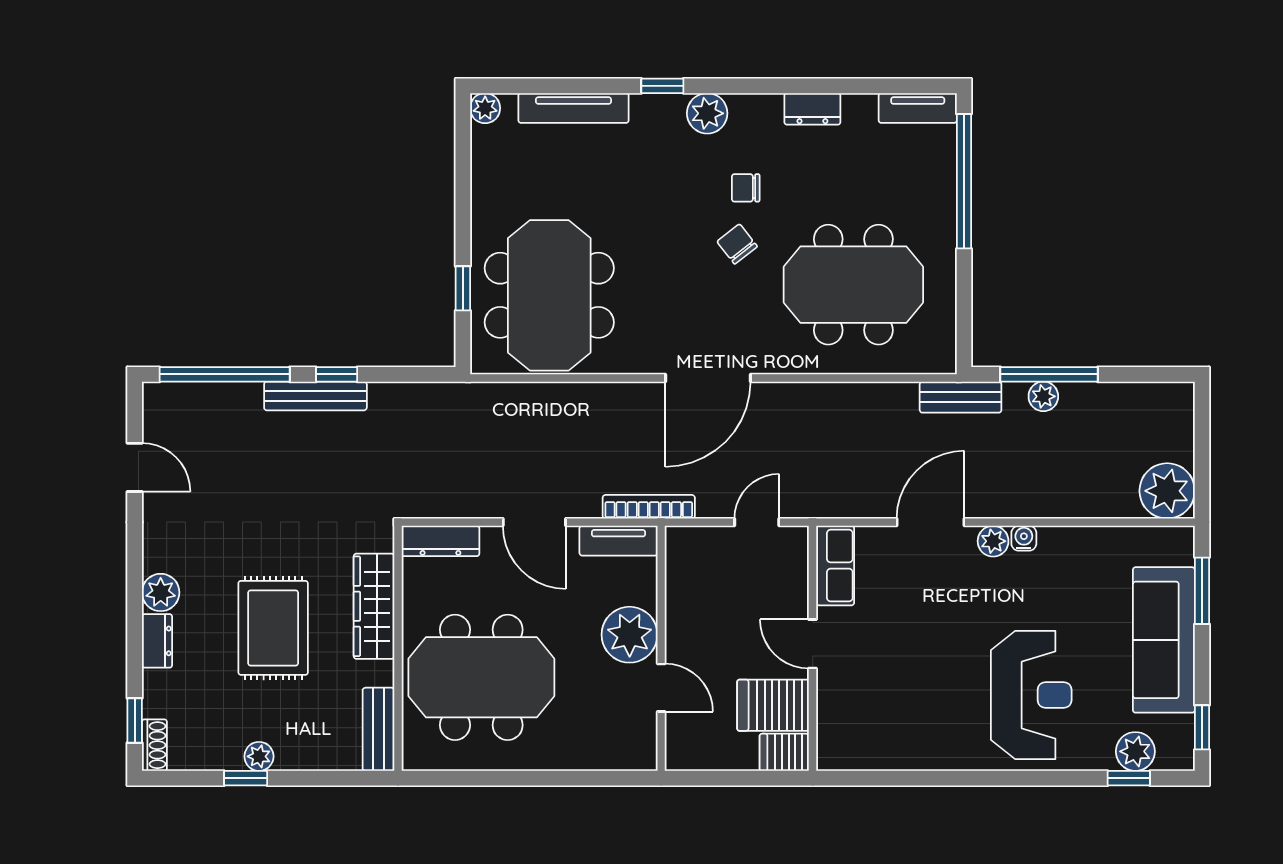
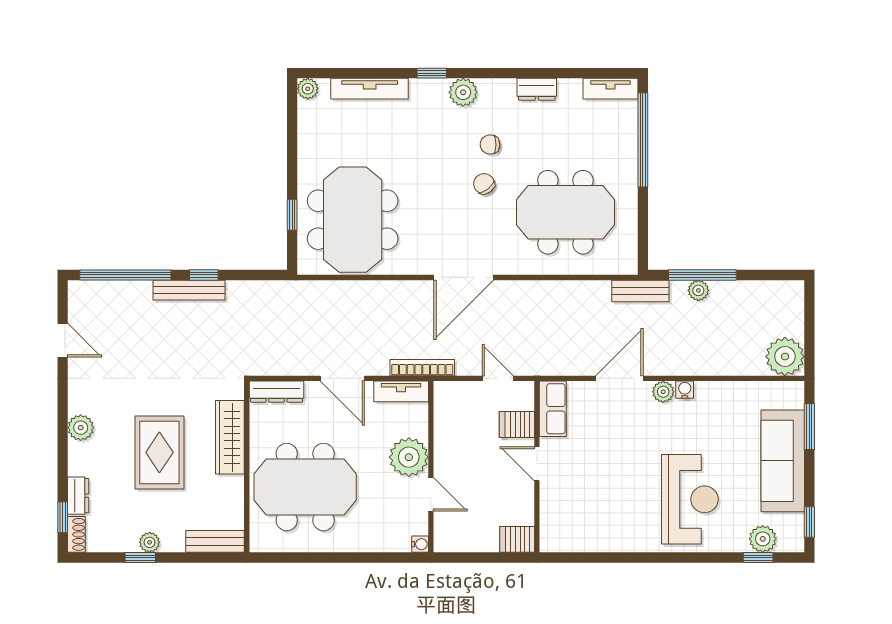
door: (757, 522) -> (498, 378), hinge flipped
dresser: (157, 641) -> (78, 496), moved
server rack: (773, 705) -> (517, 425), moved, width x0.73, depth x0.70
bench: (378, 729) -> (215, 541), moved, turned 90
water cooler: (646, 759) -> (420, 544), added

